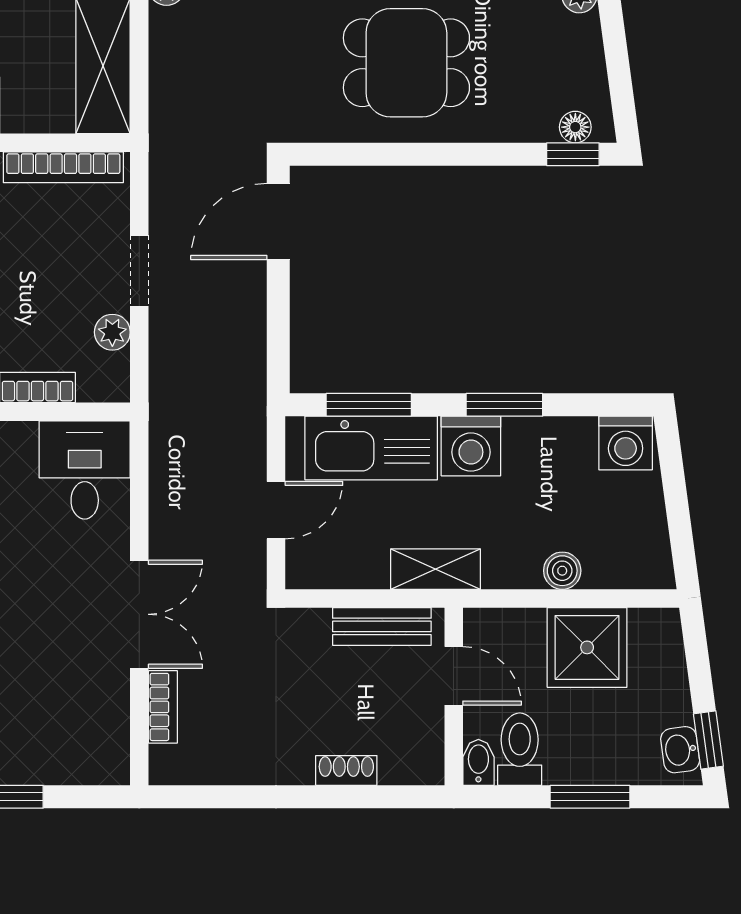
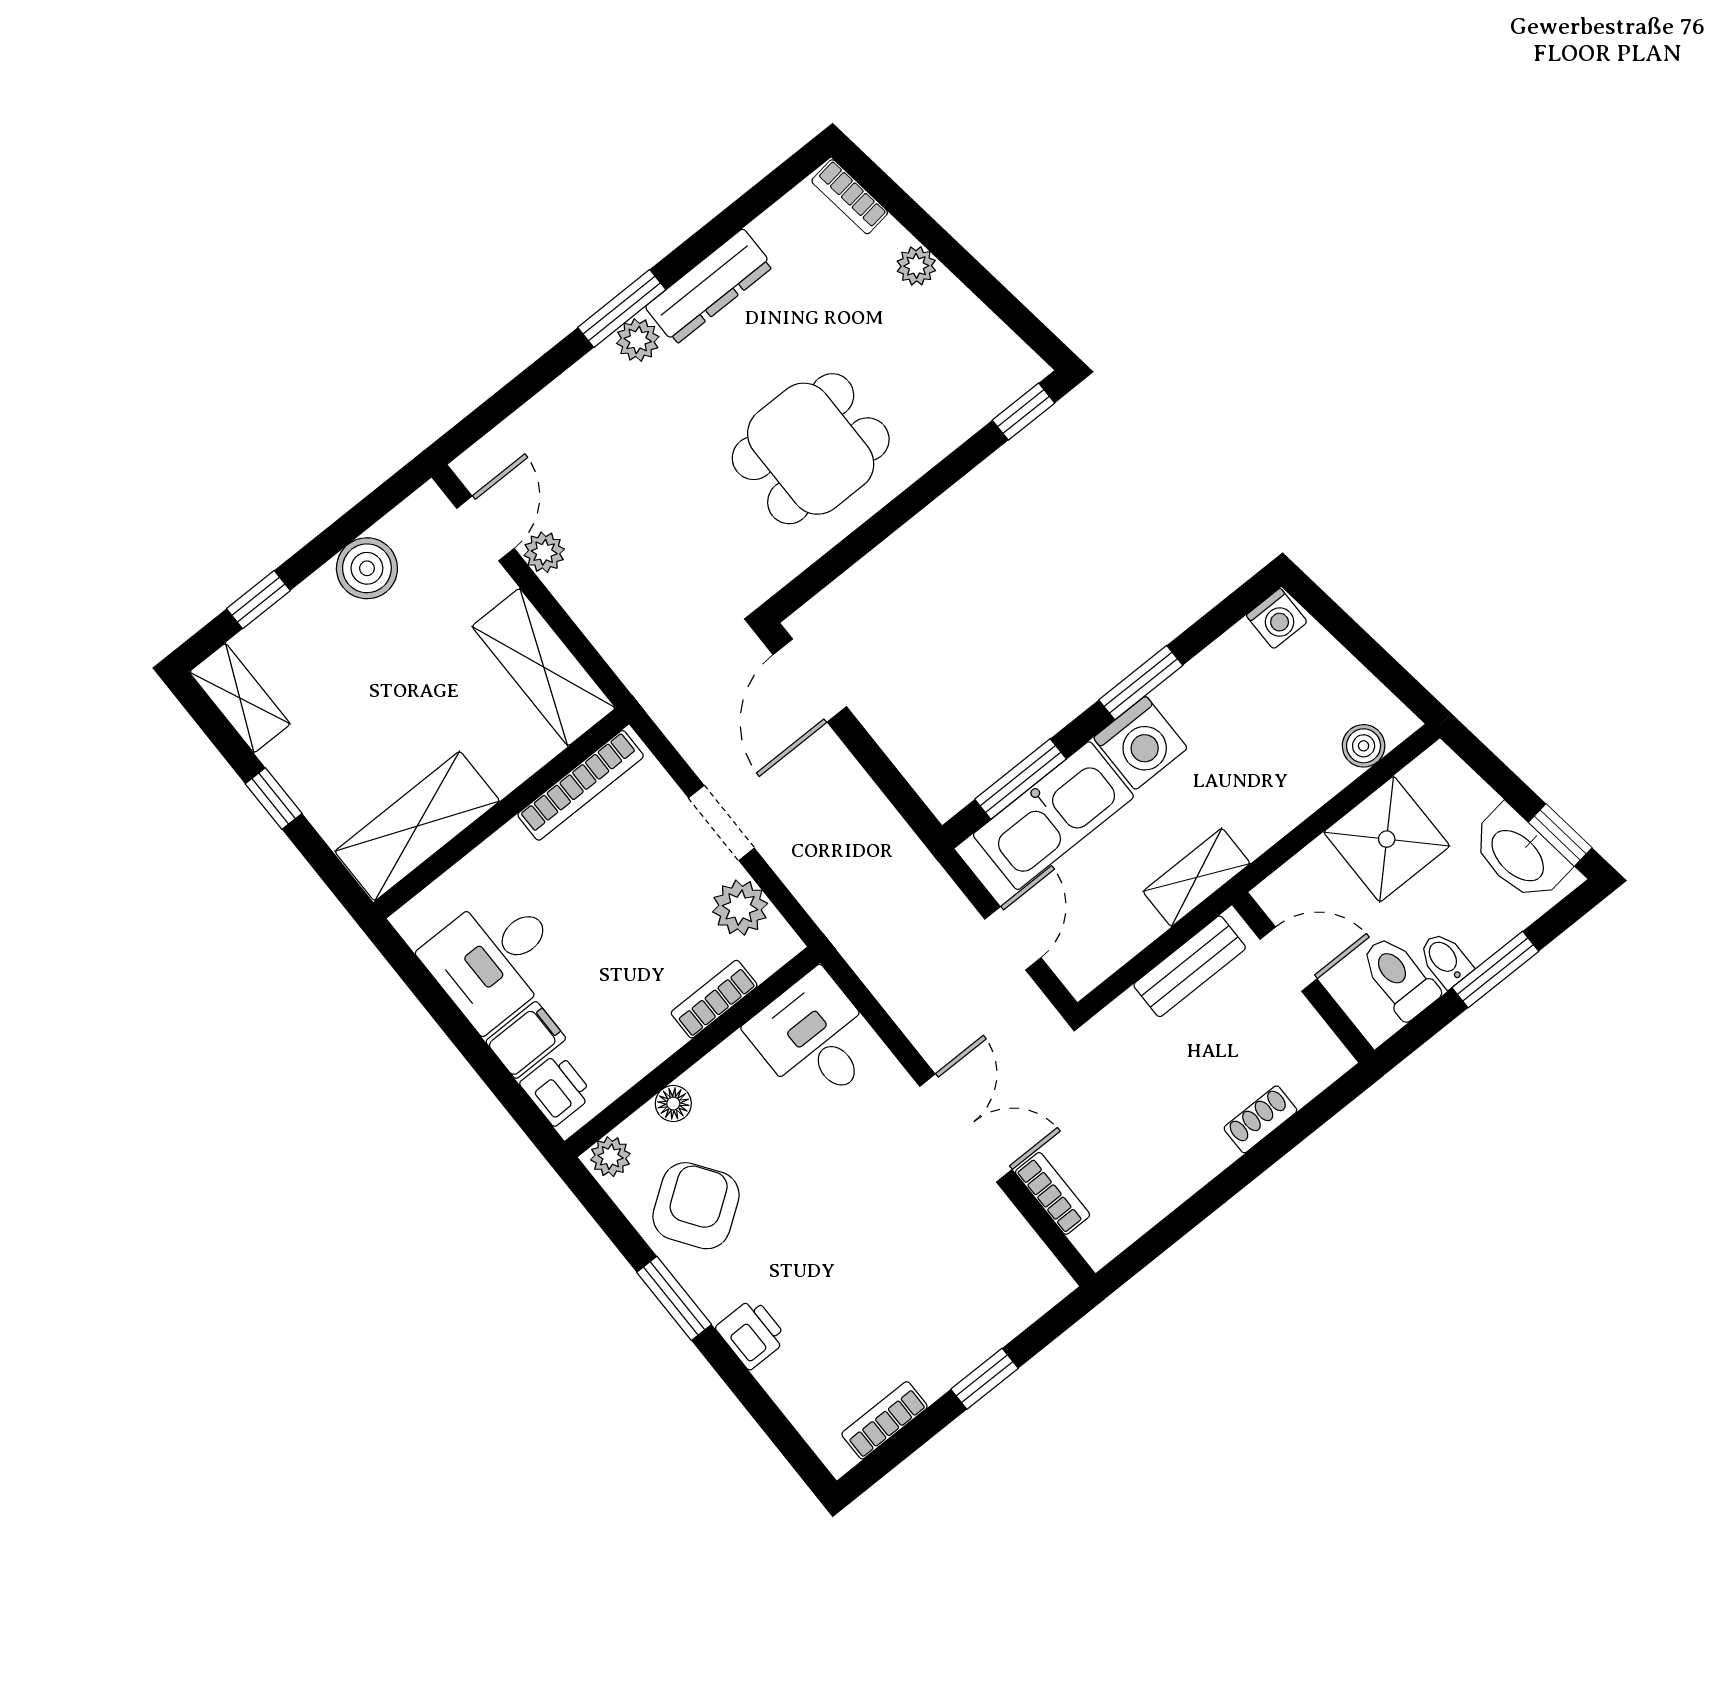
floor lamp: (575, 127) -> (1006, 386), removed
plant: (112, 332) -> (740, 908), width x1.38, depth x1.38
washing machine: (626, 443) -> (1277, 619), width x0.73, depth x0.73
boiler: (562, 571) -> (1364, 746), moved
washbasin: (680, 750) -> (1519, 854), width x1.91, depth x1.45
bidet: (478, 762) -> (1445, 960), moved

